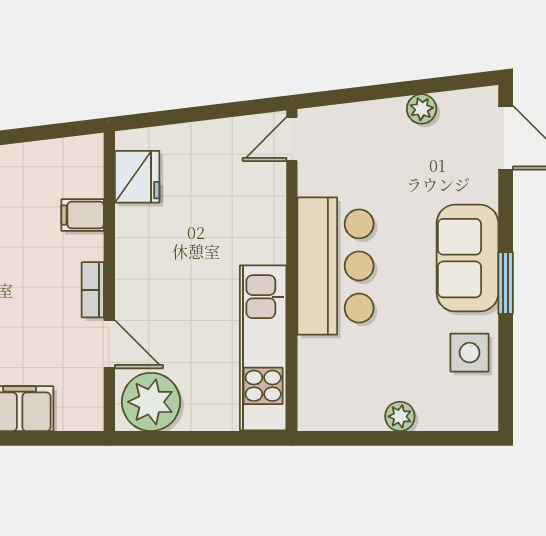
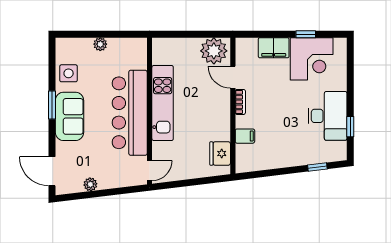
bar counter: (336, 266) -> (130, 113), width x1.36
kitchen unit: (263, 348) -> (163, 103), moved

